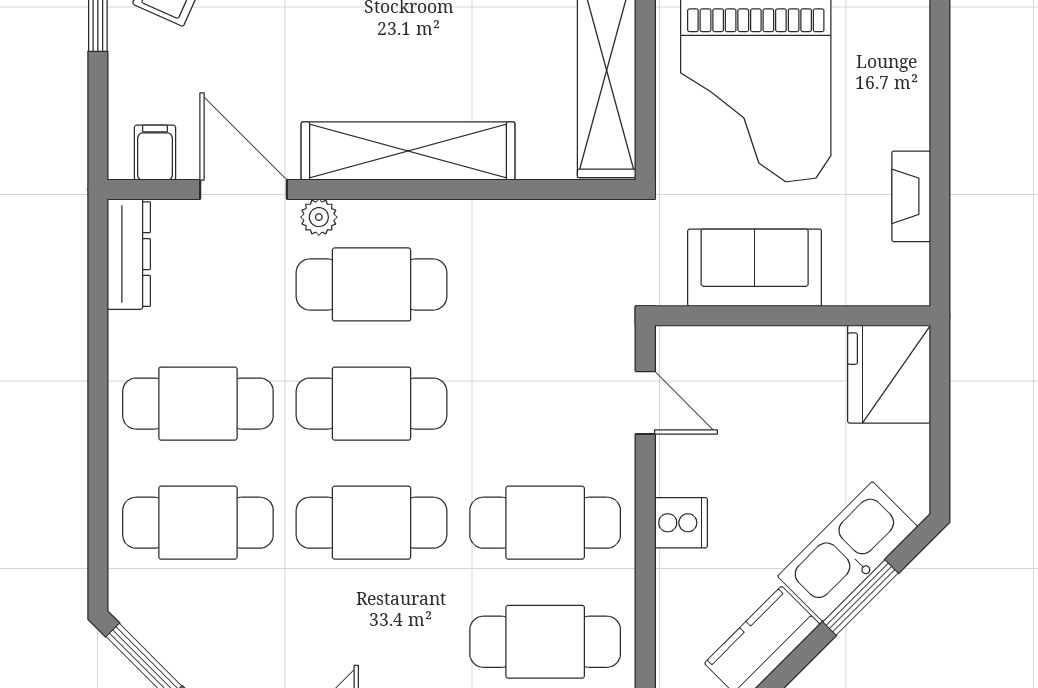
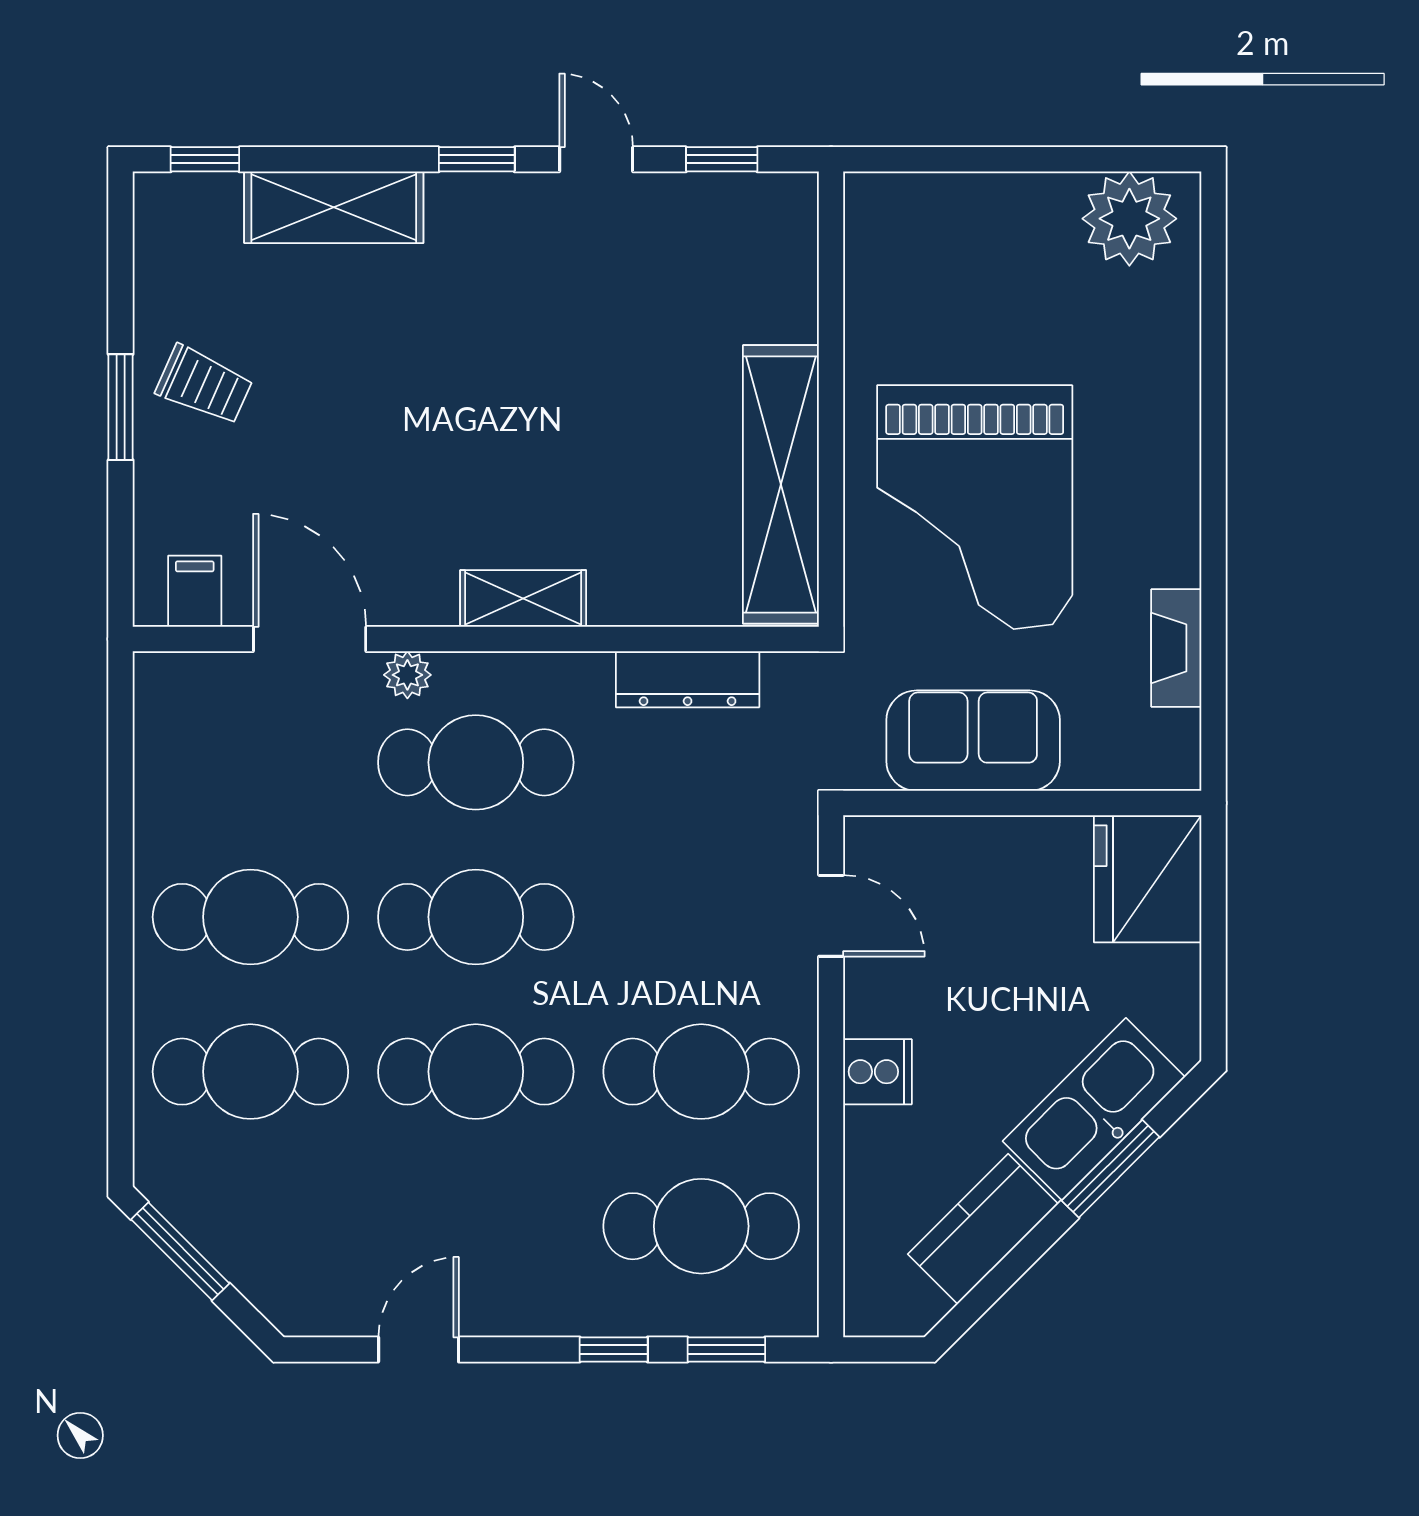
shelving: (408, 151) -> (523, 599), width x0.45, depth x0.75
dresser: (129, 254) -> (688, 679), moved, turned 90

